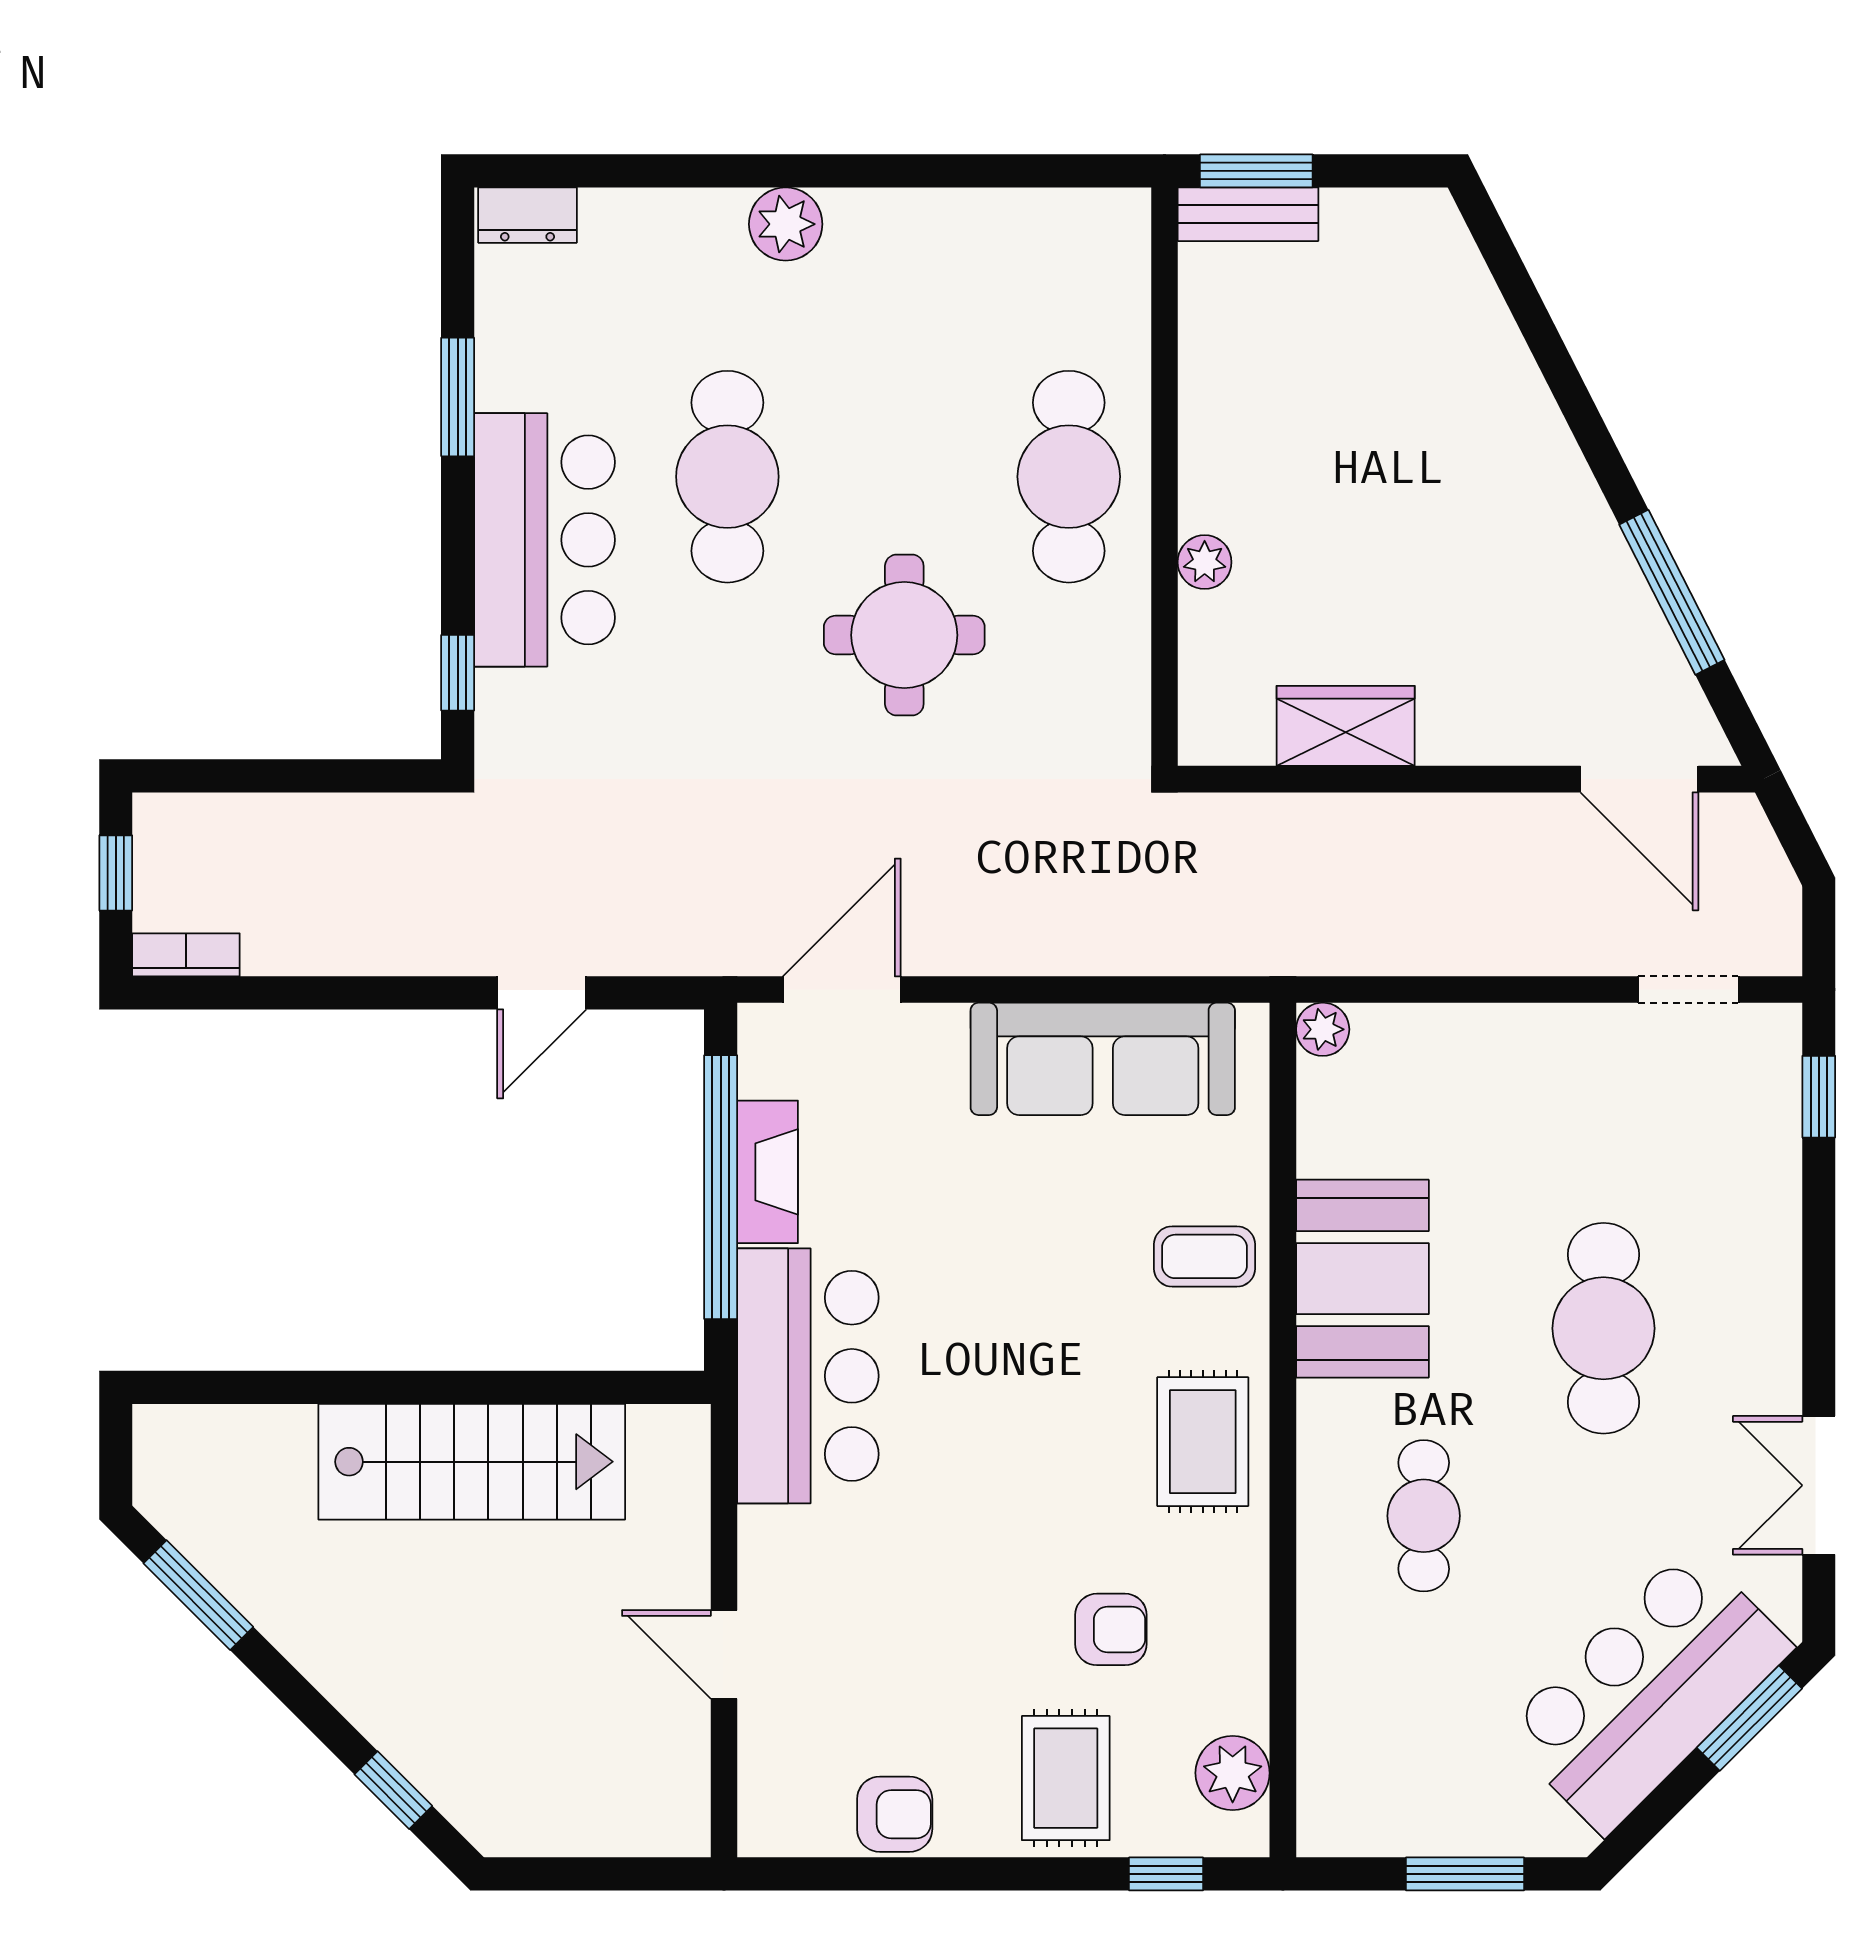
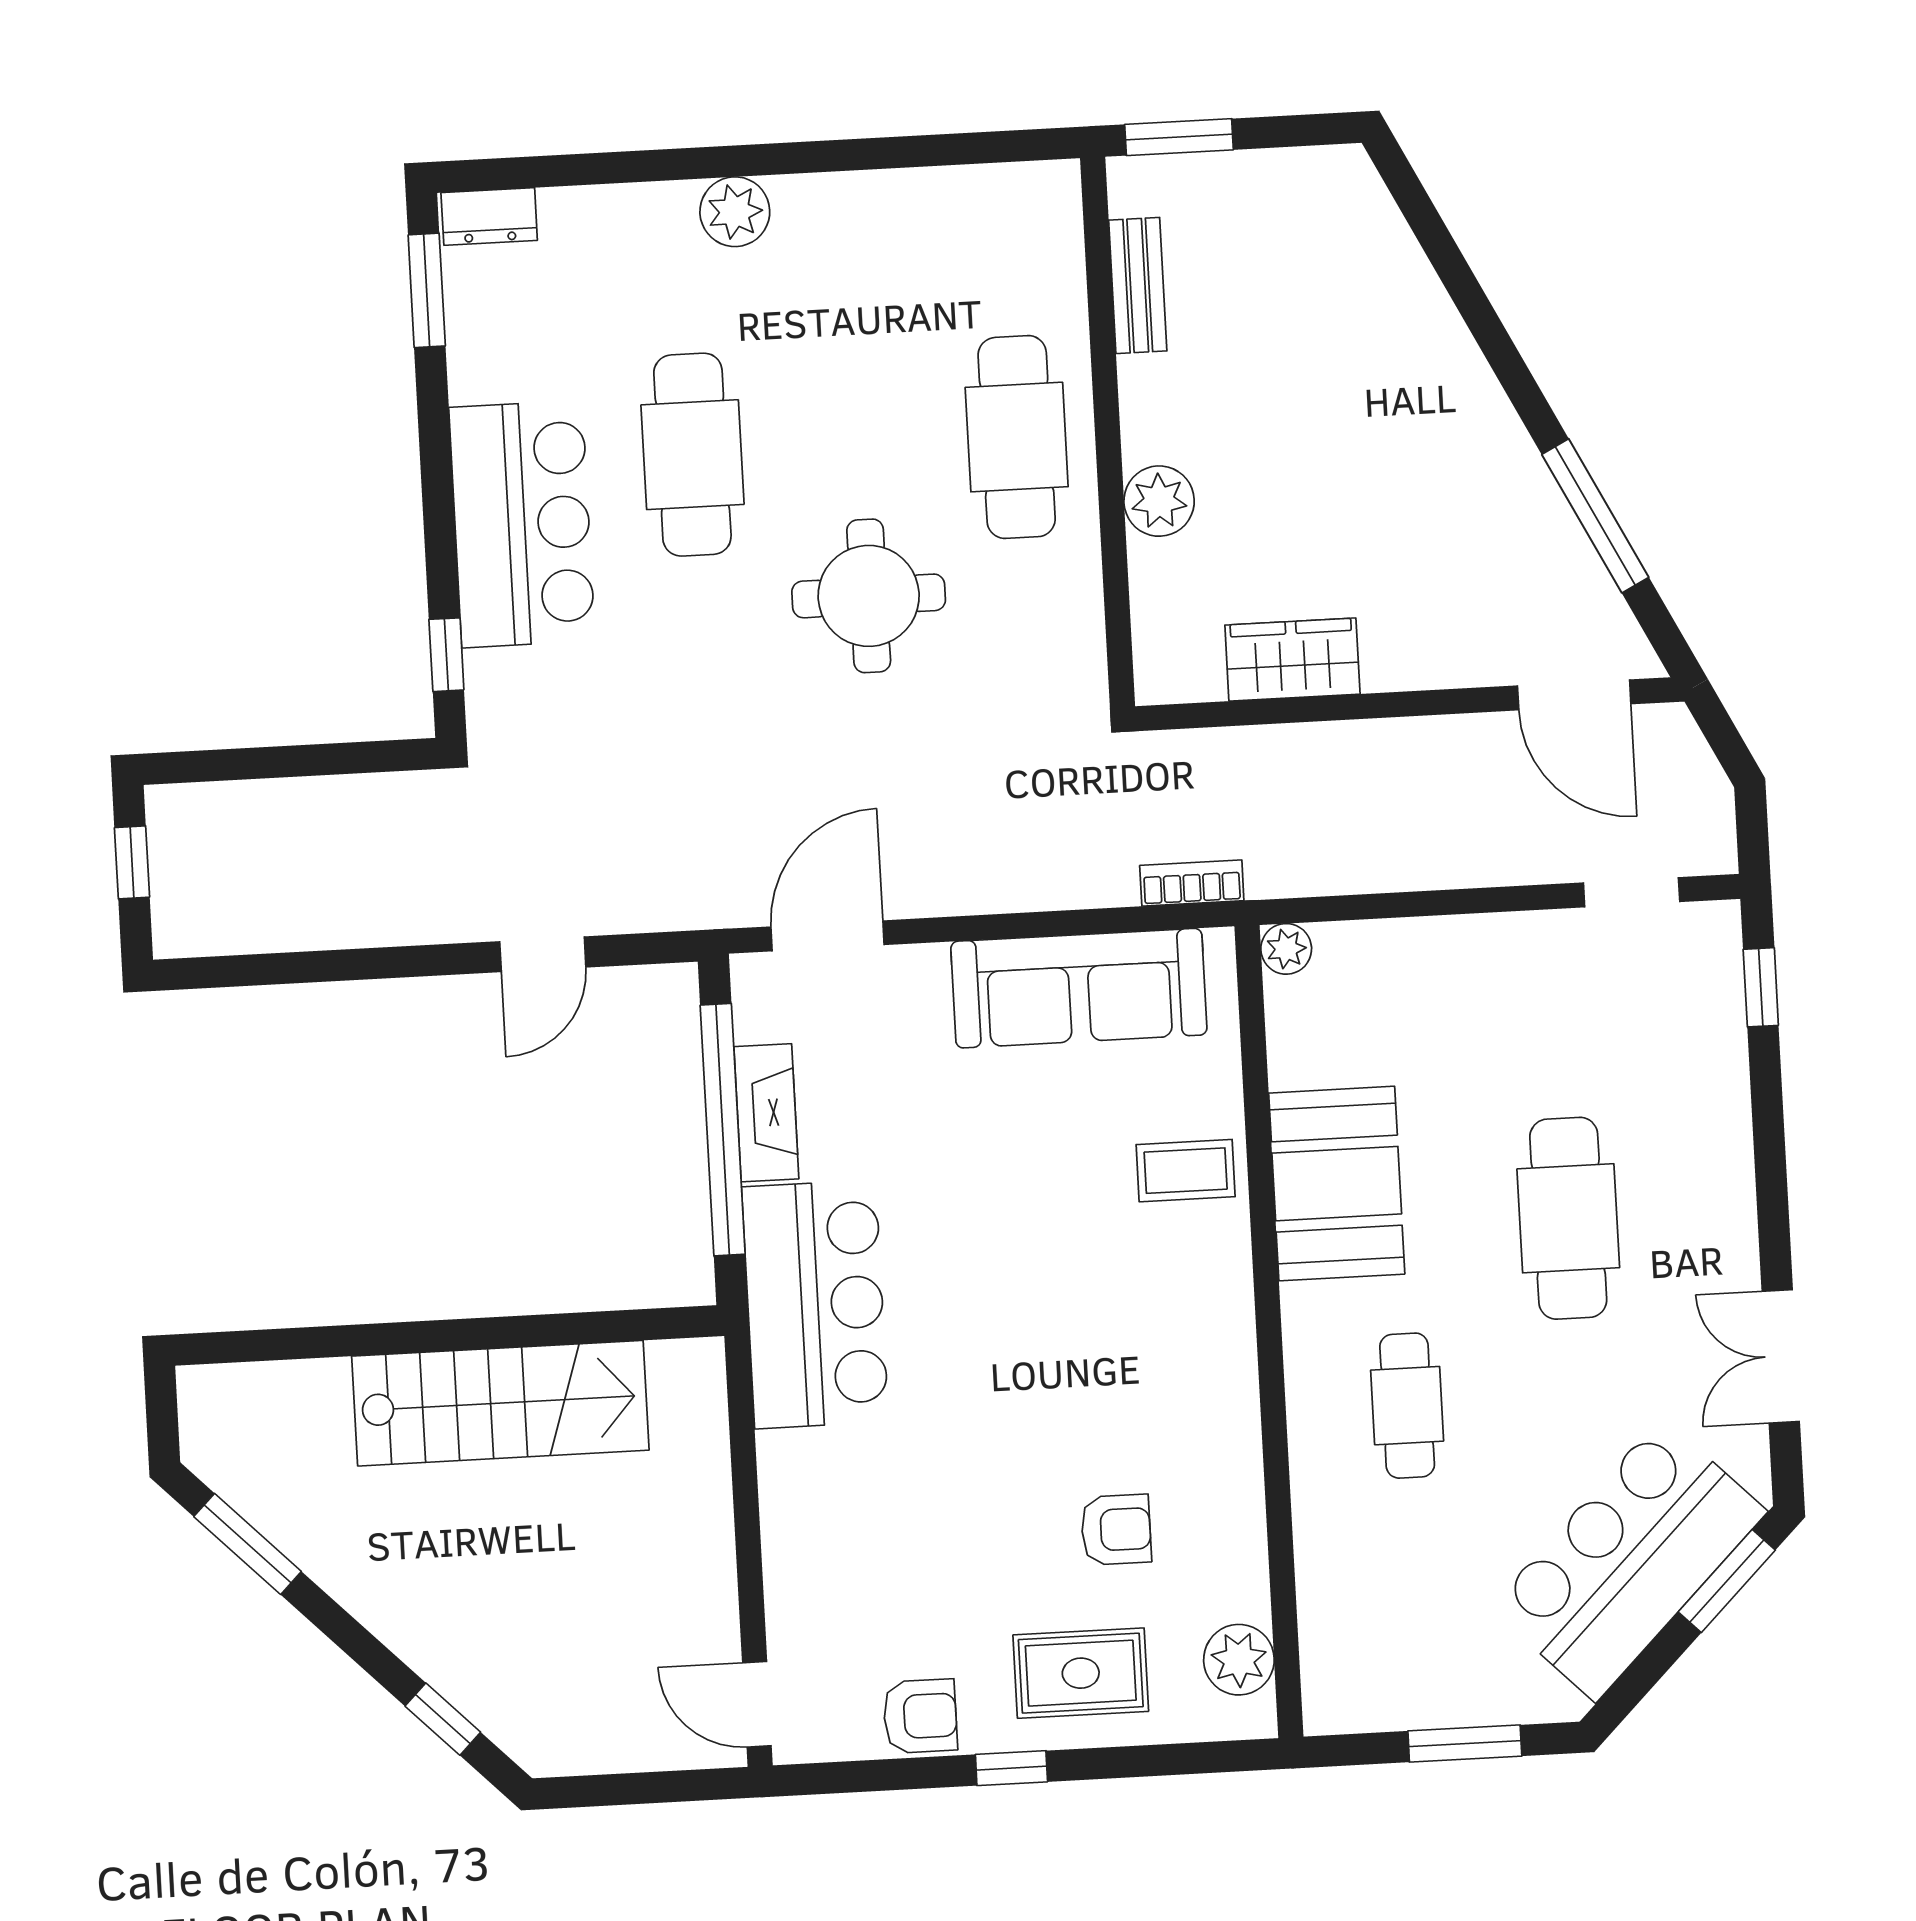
bench: (1248, 214) -> (1138, 285), moved, turned 90
window: (458, 397) -> (427, 290), moved
plant: (1205, 562) -> (1159, 501), width x1.38, depth x1.38
bookcase: (186, 955) -> (1192, 883), moved
rug: (1203, 1442) -> (1194, 1346), removed
door: (724, 1654) -> (757, 1704), moved
rug: (1066, 1778) -> (1081, 1673), turned 90
window: (1166, 1874) -> (1011, 1768), moved

